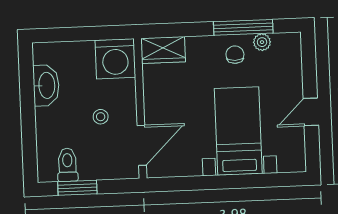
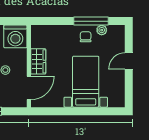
wardrobe: (163, 50) -> (38, 61), moved, turned -90
door: (311, 112) -> (129, 61), moved

